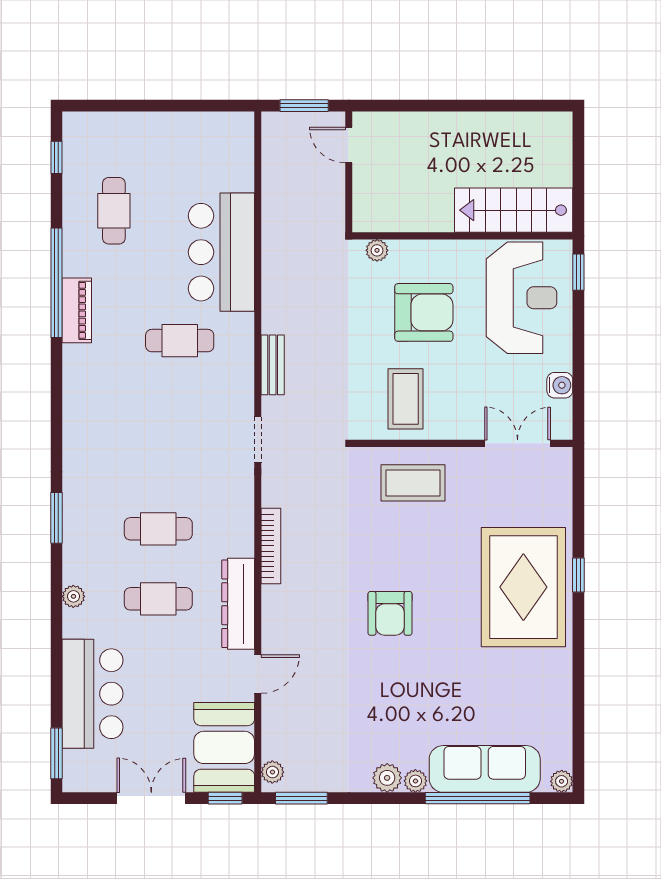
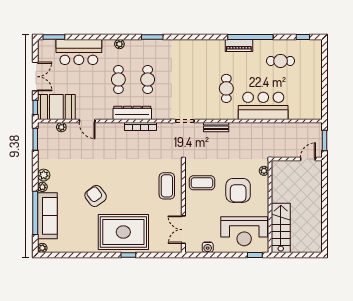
double door: (518, 443) -> (183, 230), swing flipped
dresser: (238, 604) -> (132, 113), moved
armchair: (390, 613) -> (96, 196), moved, turned 53
plant: (272, 772) -> (61, 127), moved

